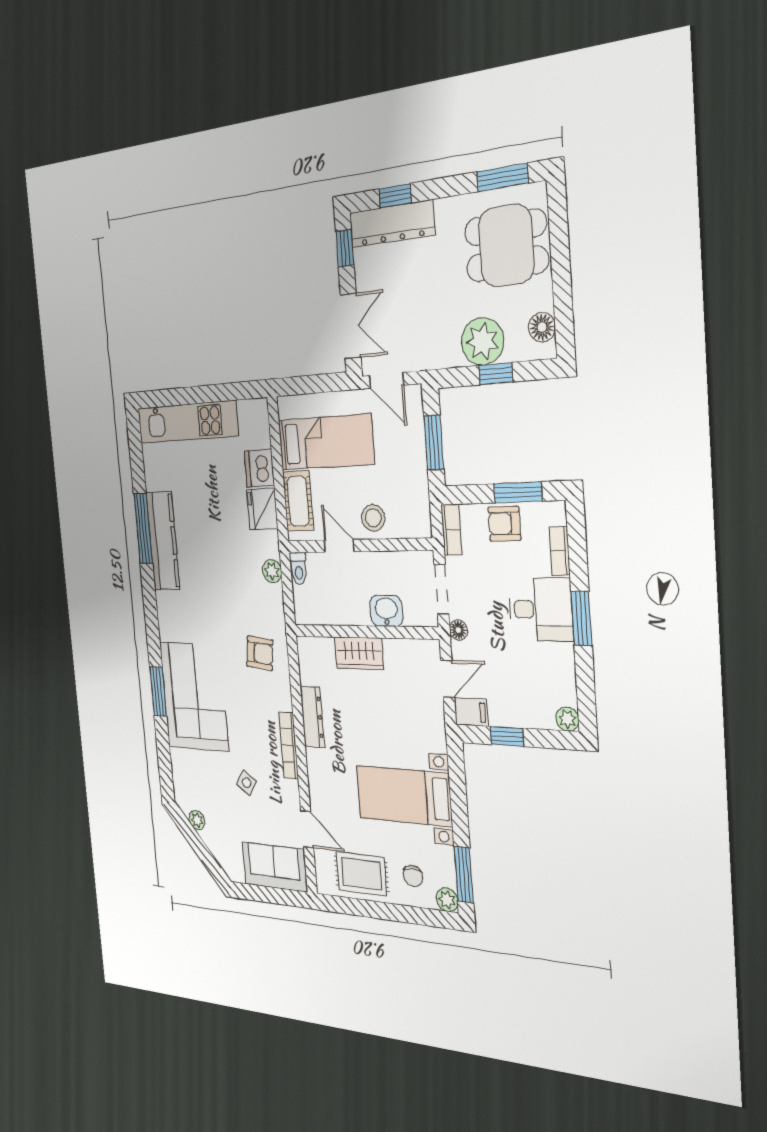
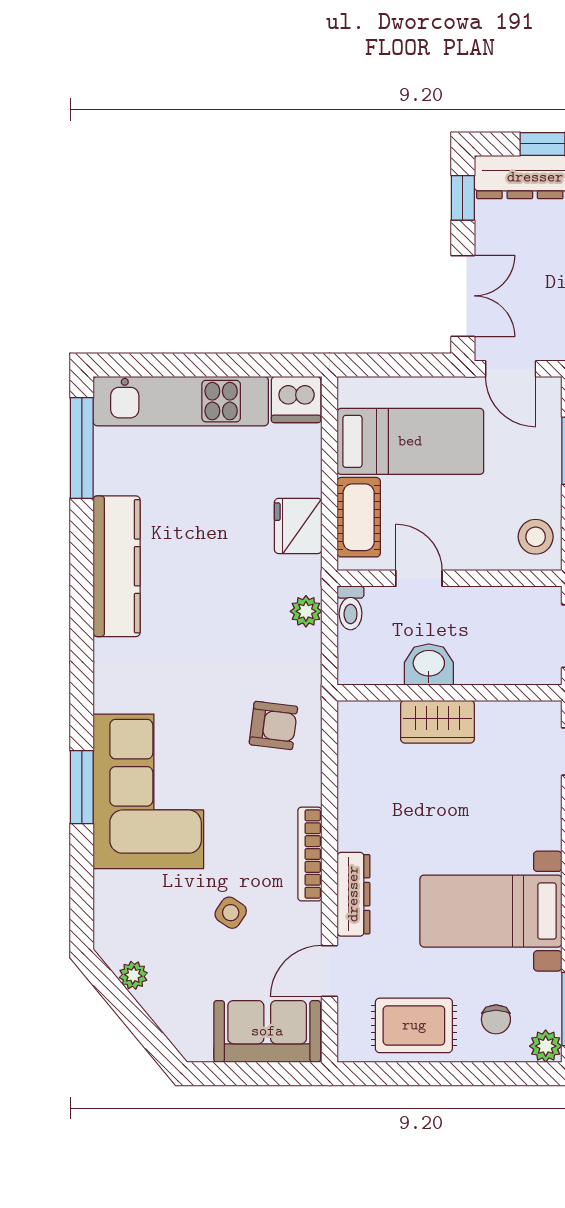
dishwasher: (259, 468) -> (296, 399), moved, turned -90
stool: (373, 518) -> (536, 537), moved
window: (143, 529) -> (82, 448), moved
washbasin: (386, 611) -> (429, 664), moved
dresser: (312, 717) -> (353, 894), moved
door: (307, 829) -> (329, 971), swing flipped

